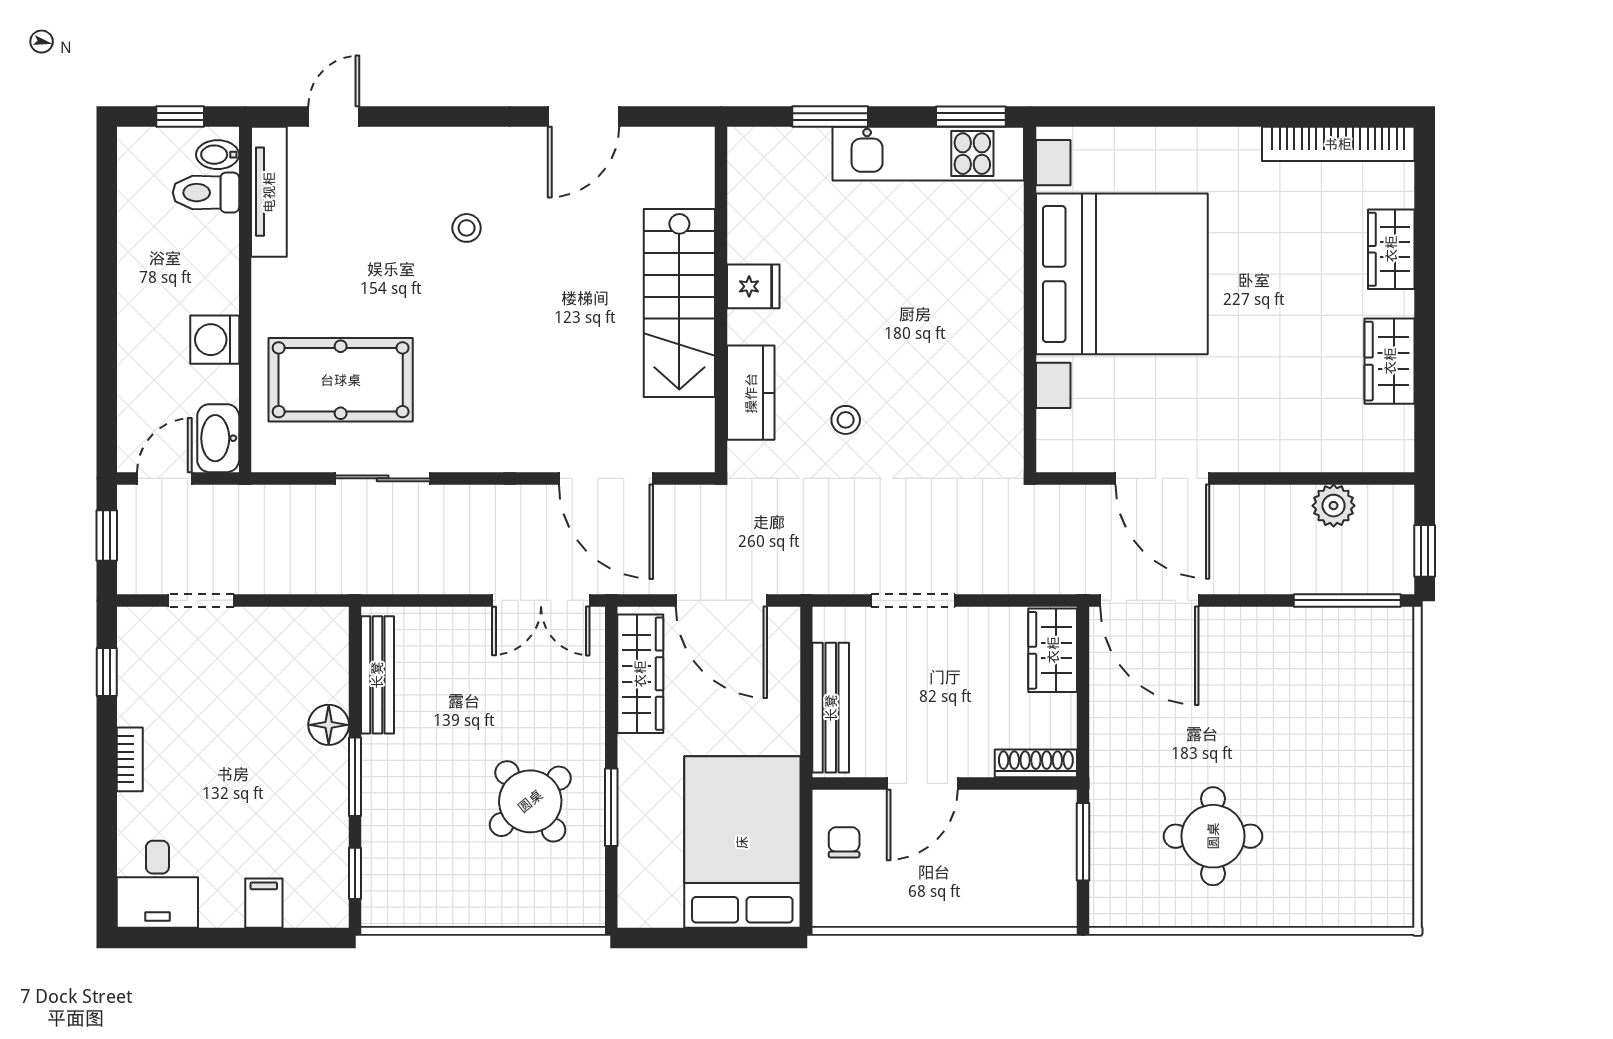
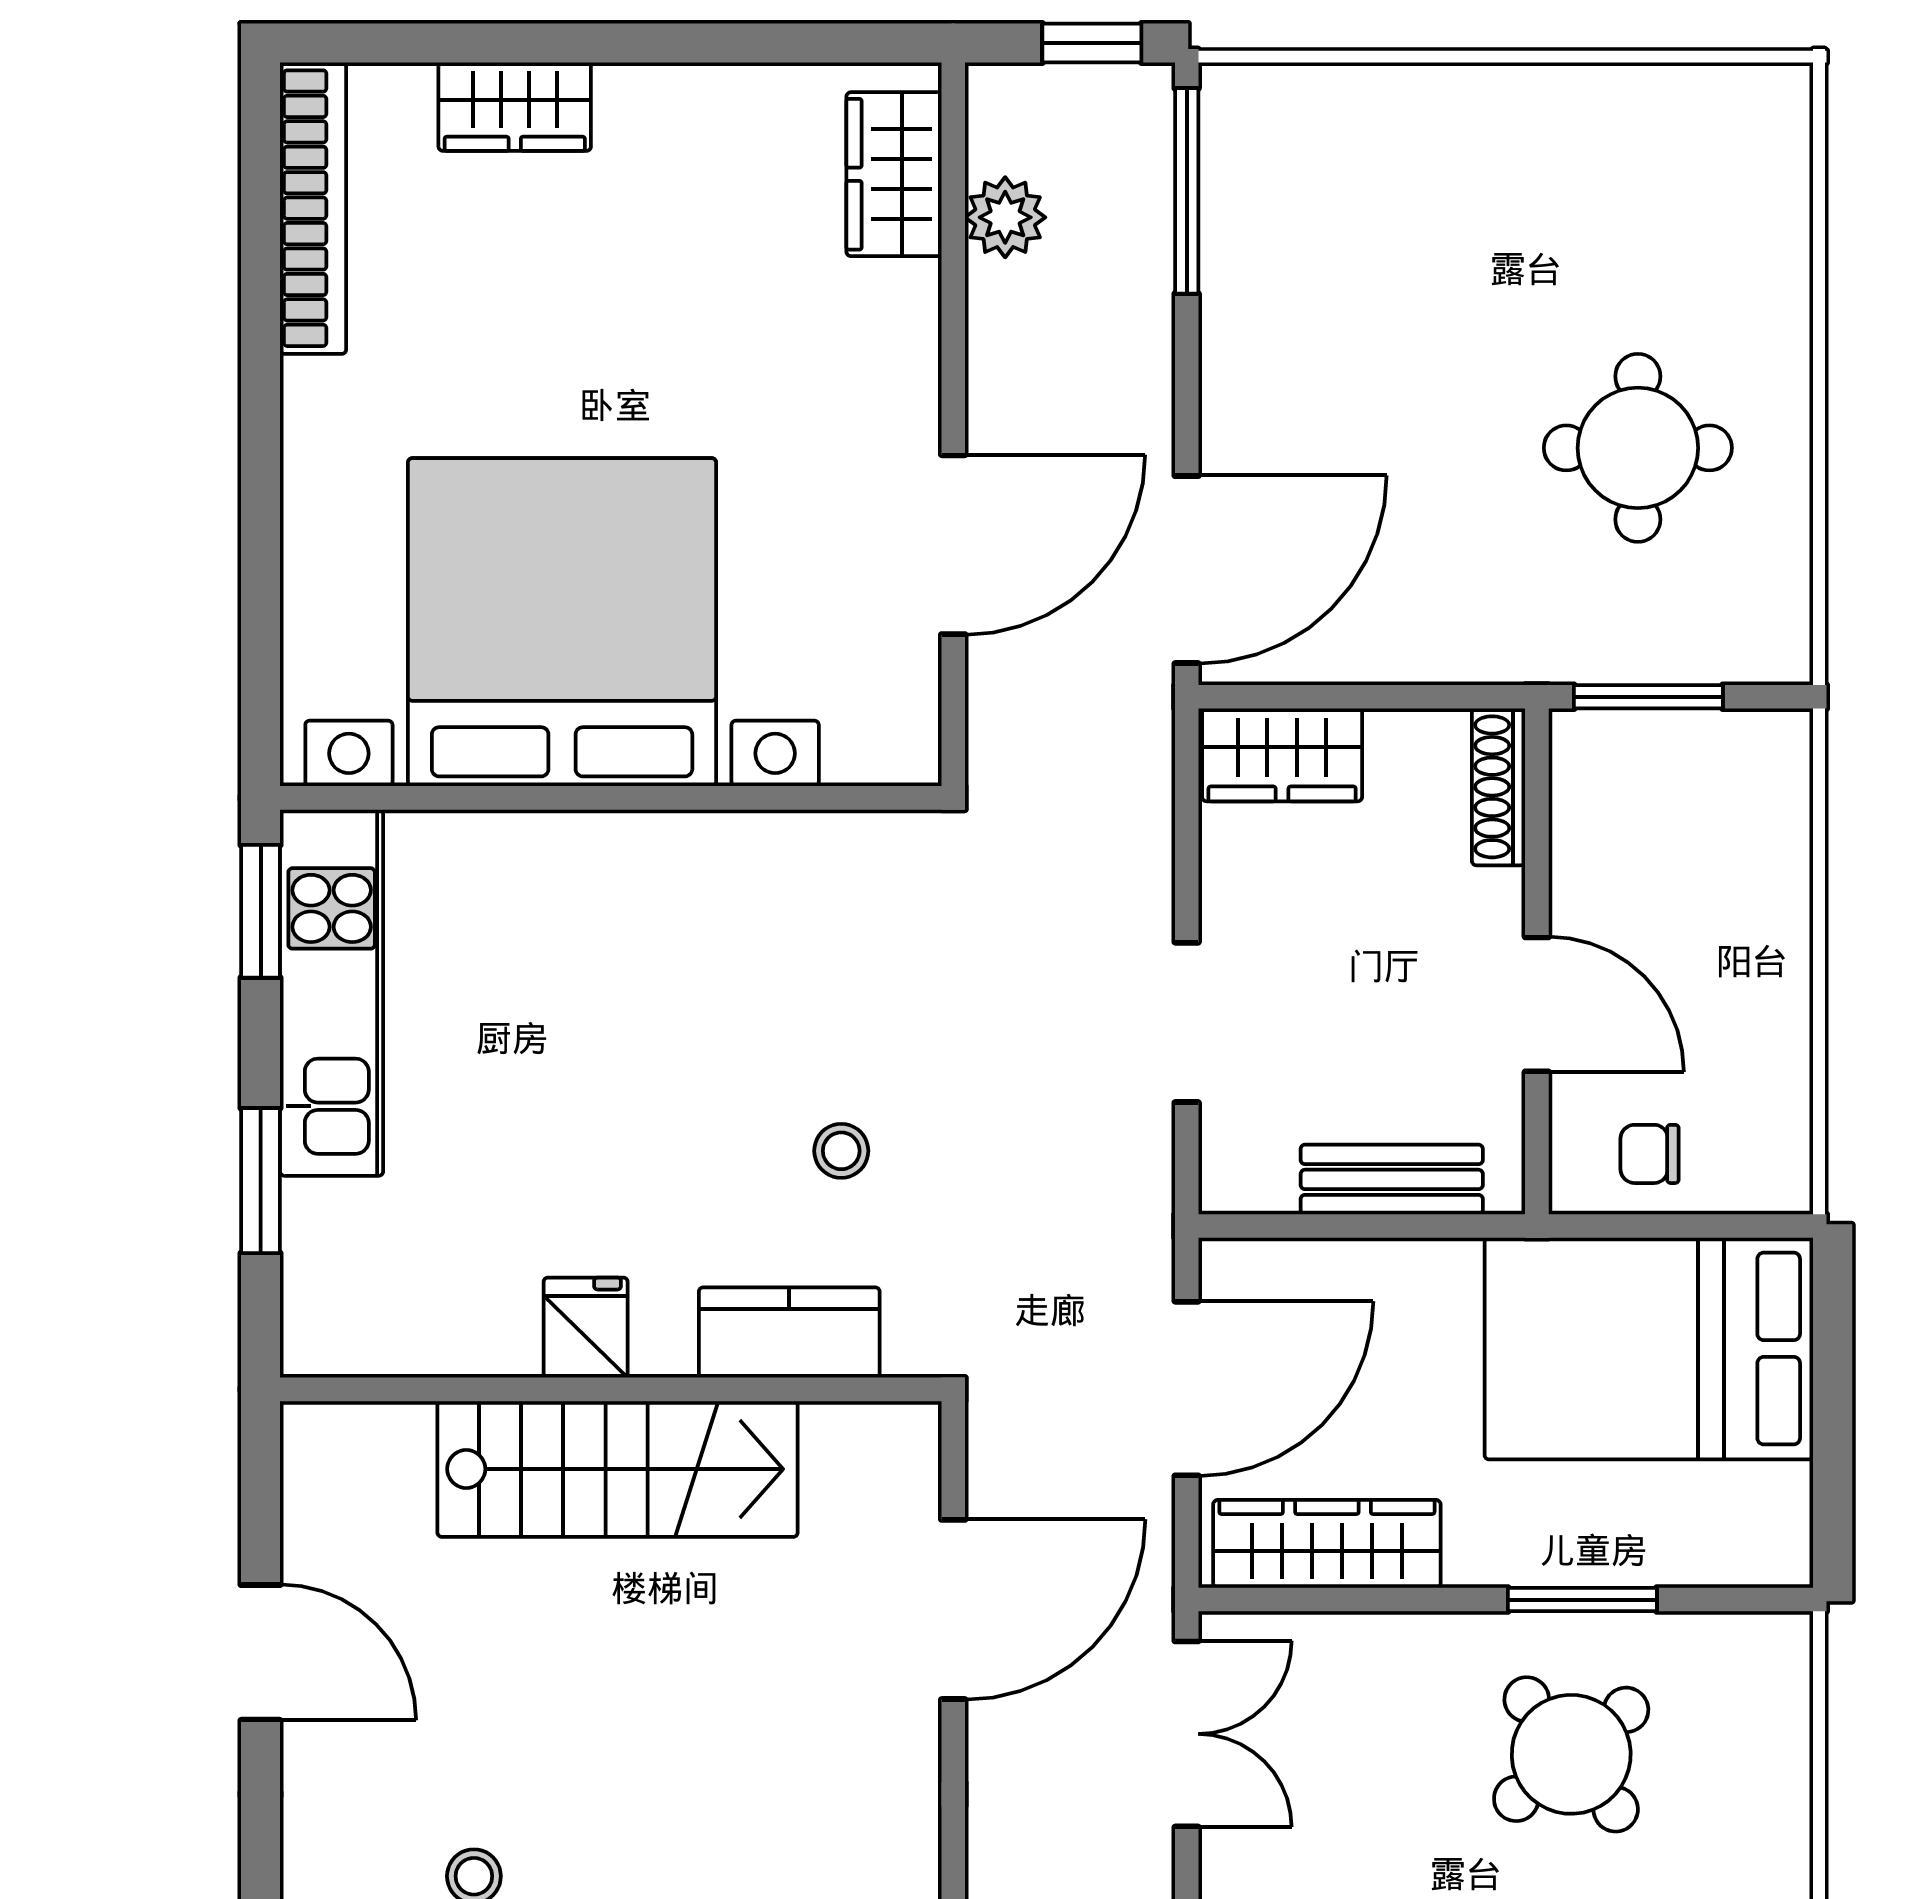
wardrobe: (1390, 361) -> (894, 174), moved, turned 90
bench: (831, 708) -> (1392, 1179), width x0.73

